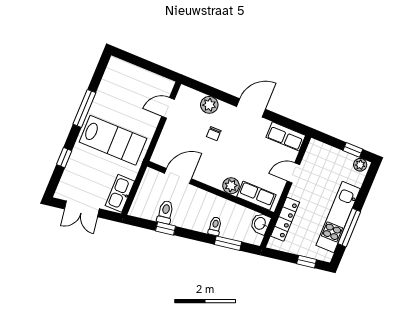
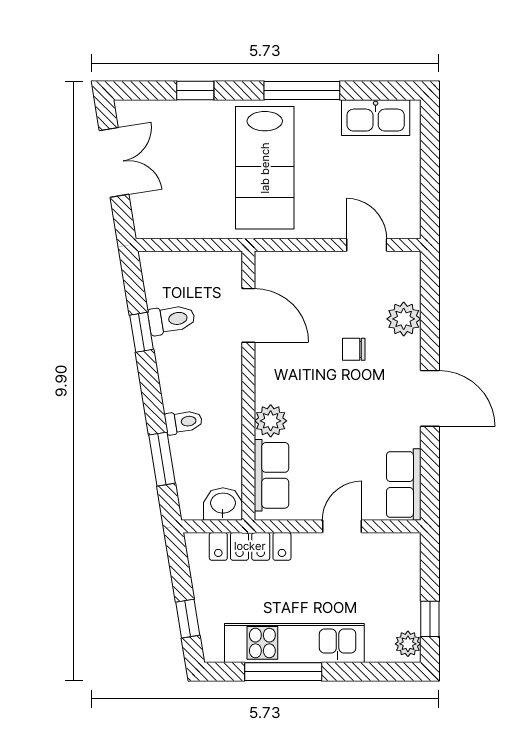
door: (293, 173) -> (342, 526), hinge flipped
kitchen sink: (120, 193) -> (376, 118), moved, turned 180
double door: (82, 209) -> (114, 162), swing flipped

